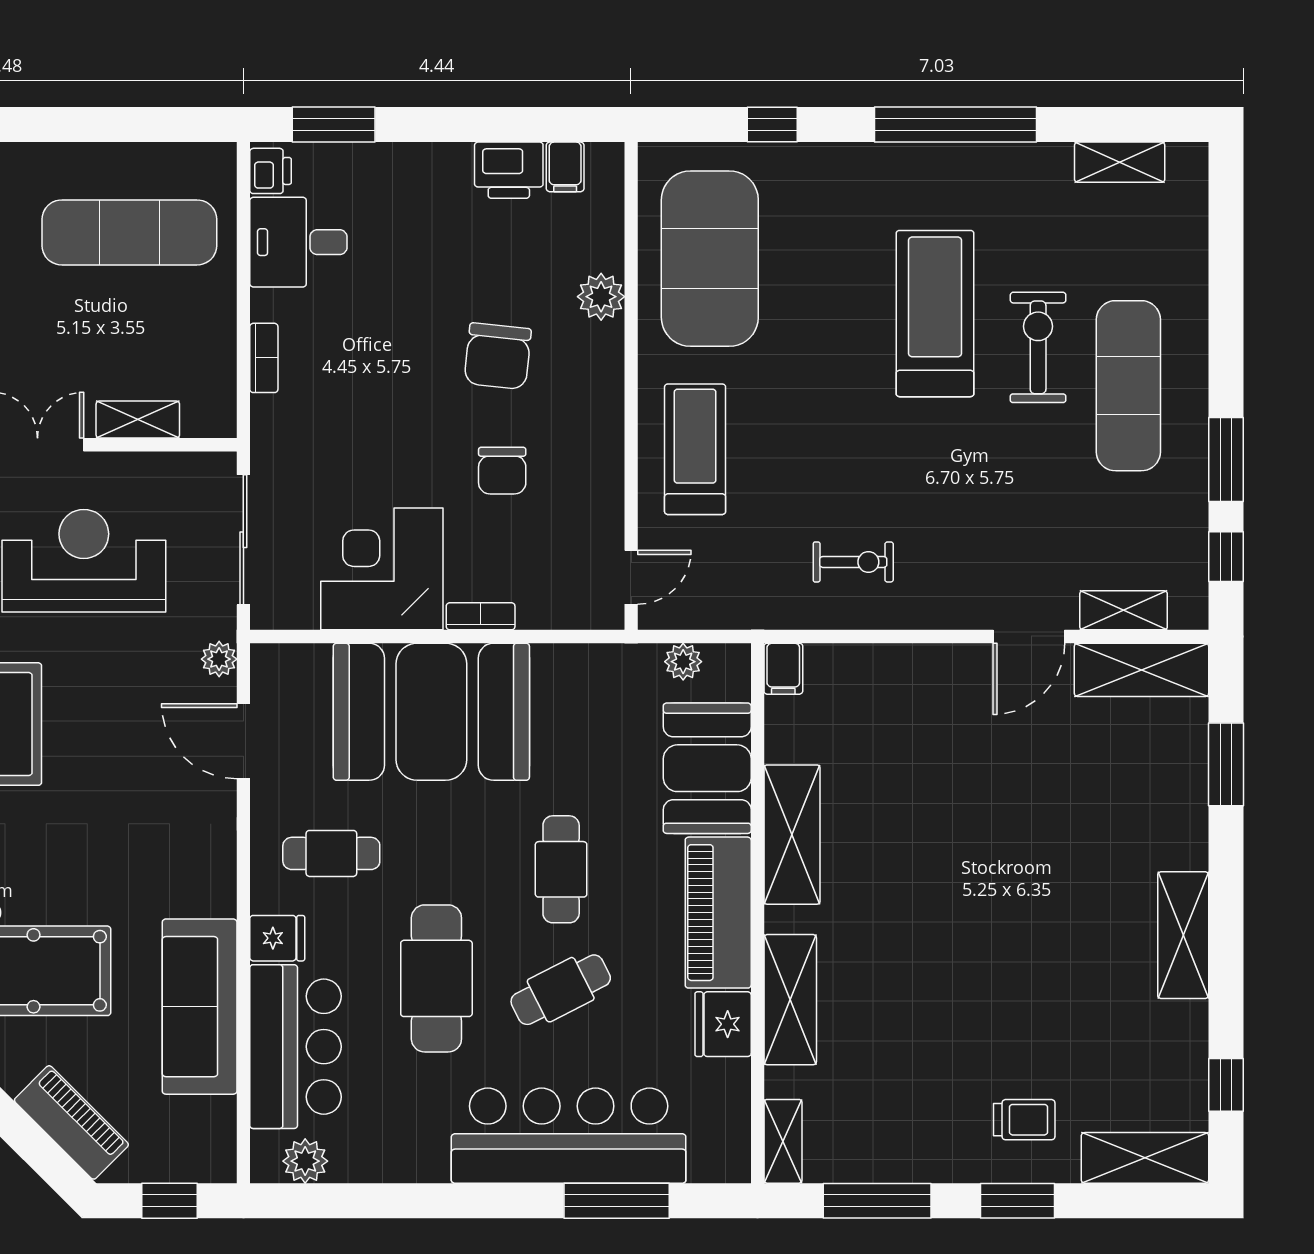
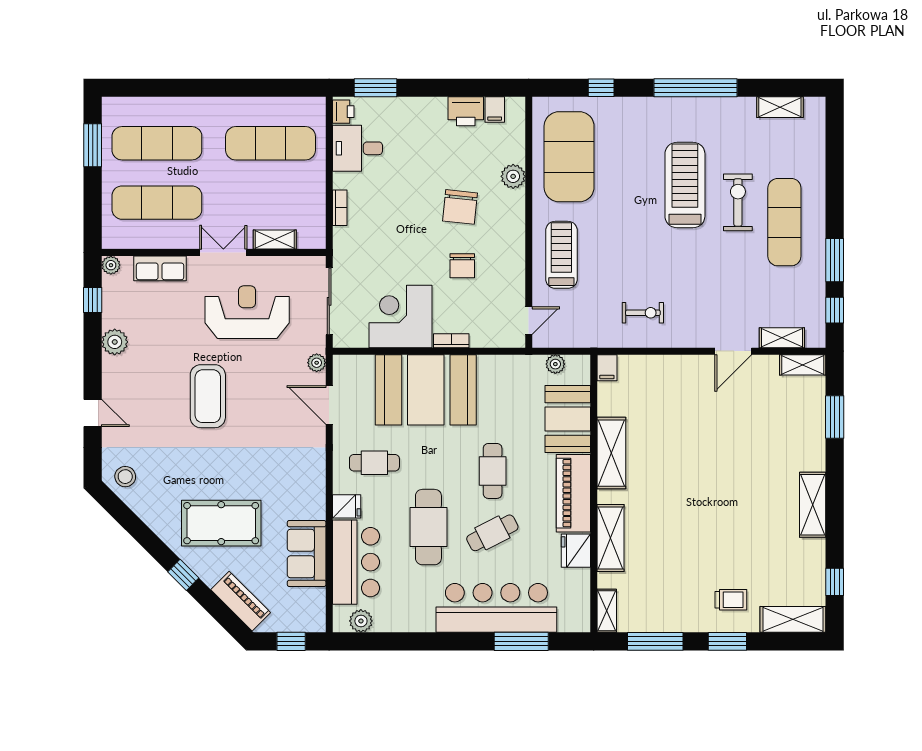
shelving: (1141, 670) -> (803, 365), width x0.67, depth x0.75
sofa: (200, 1007) -> (307, 554), width x0.73

